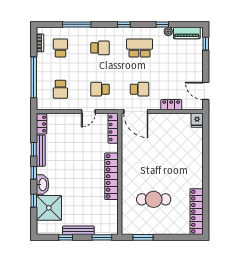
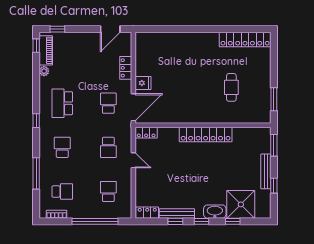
window: (162, 24) -> (36, 46), moved
school desk: (60, 48) -> (62, 192), turned 180
school desk: (60, 89) -> (108, 192), turned -90
fridge: (197, 120) -> (143, 83), moved
locker: (113, 128) -> (146, 133), width x0.66
cafe table: (154, 199) -> (231, 87), width x0.73, depth x0.74

